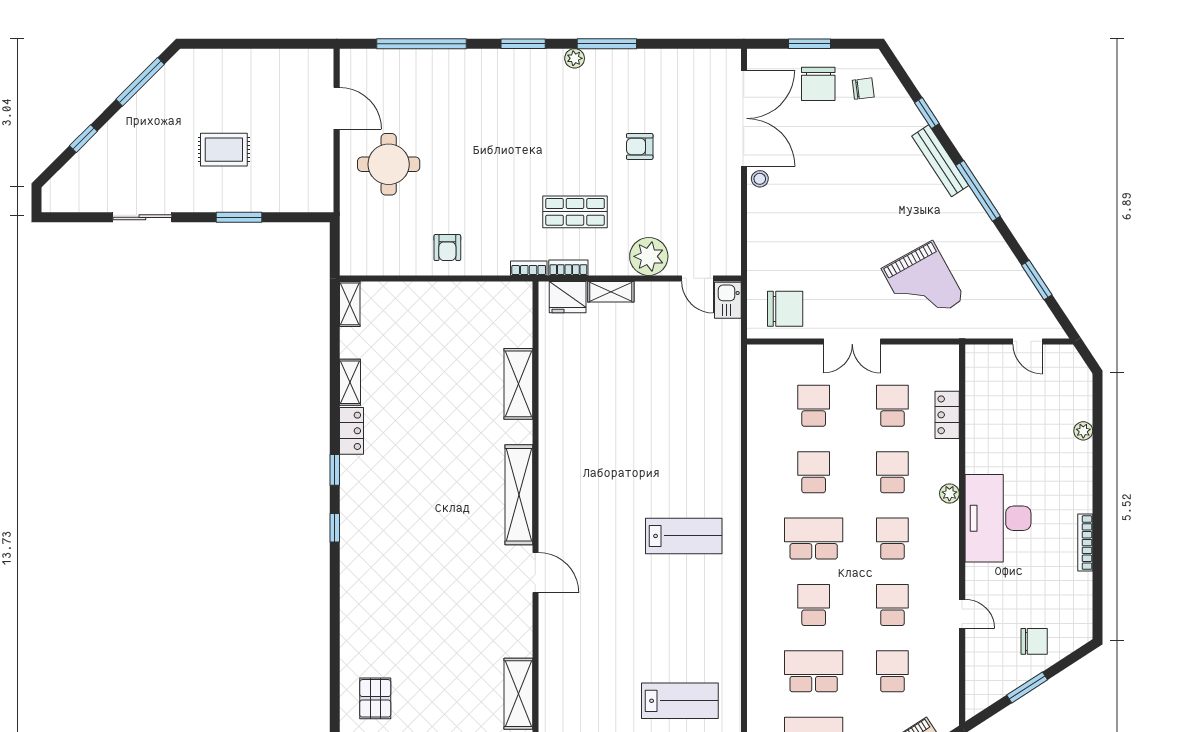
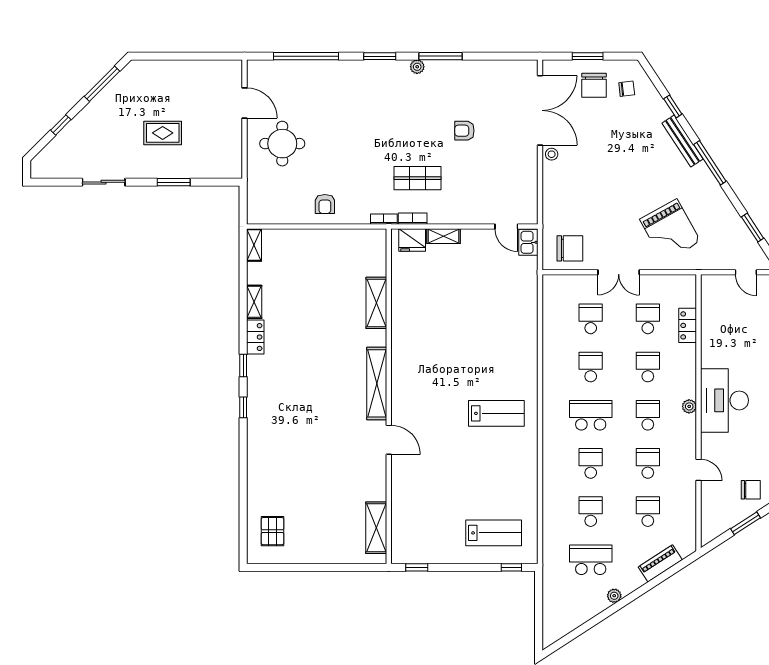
plant: (649, 256) -> (471, 211), removed
plant: (949, 494) -> (689, 406), moved
school desk: (814, 671) -> (591, 512), width x0.54

